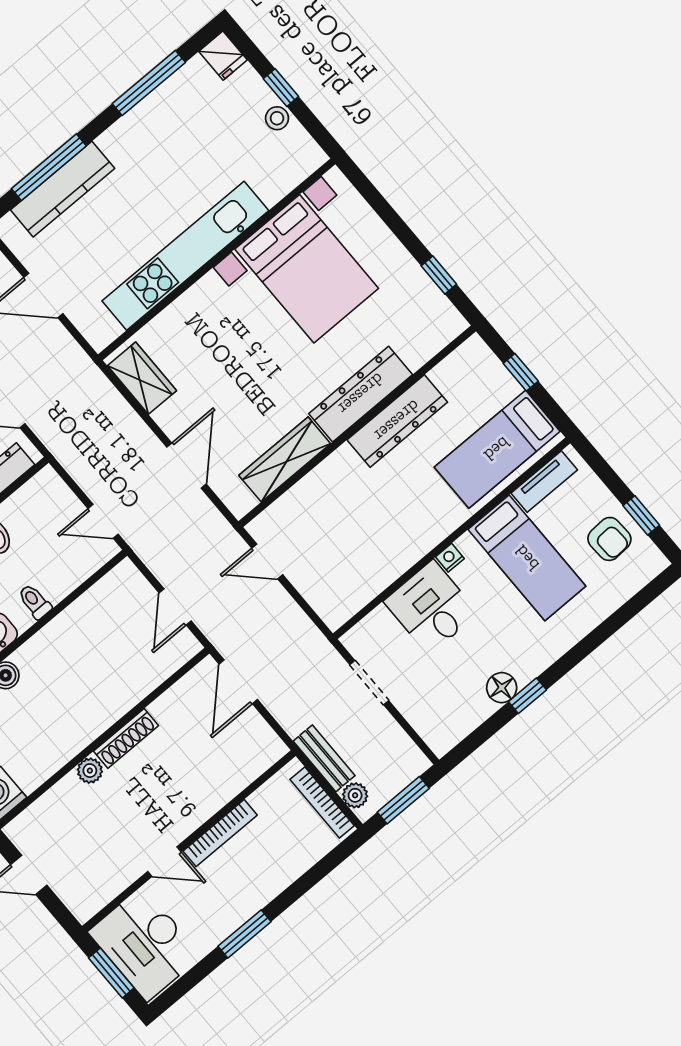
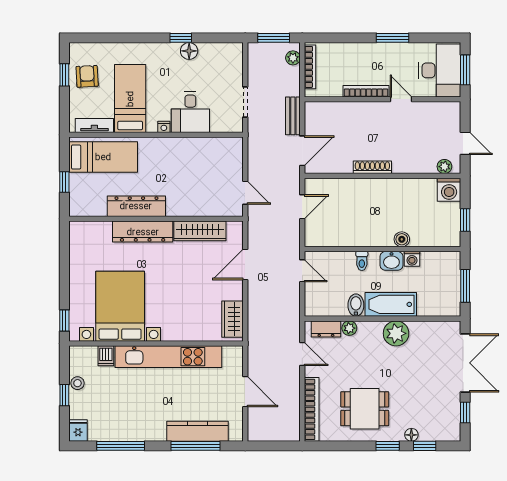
dishwasher: (270, 187) -> (106, 356), added
window: (439, 275) -> (64, 321), moved
bench: (324, 758) -> (293, 116), moved
plant: (90, 771) -> (444, 167), moved

